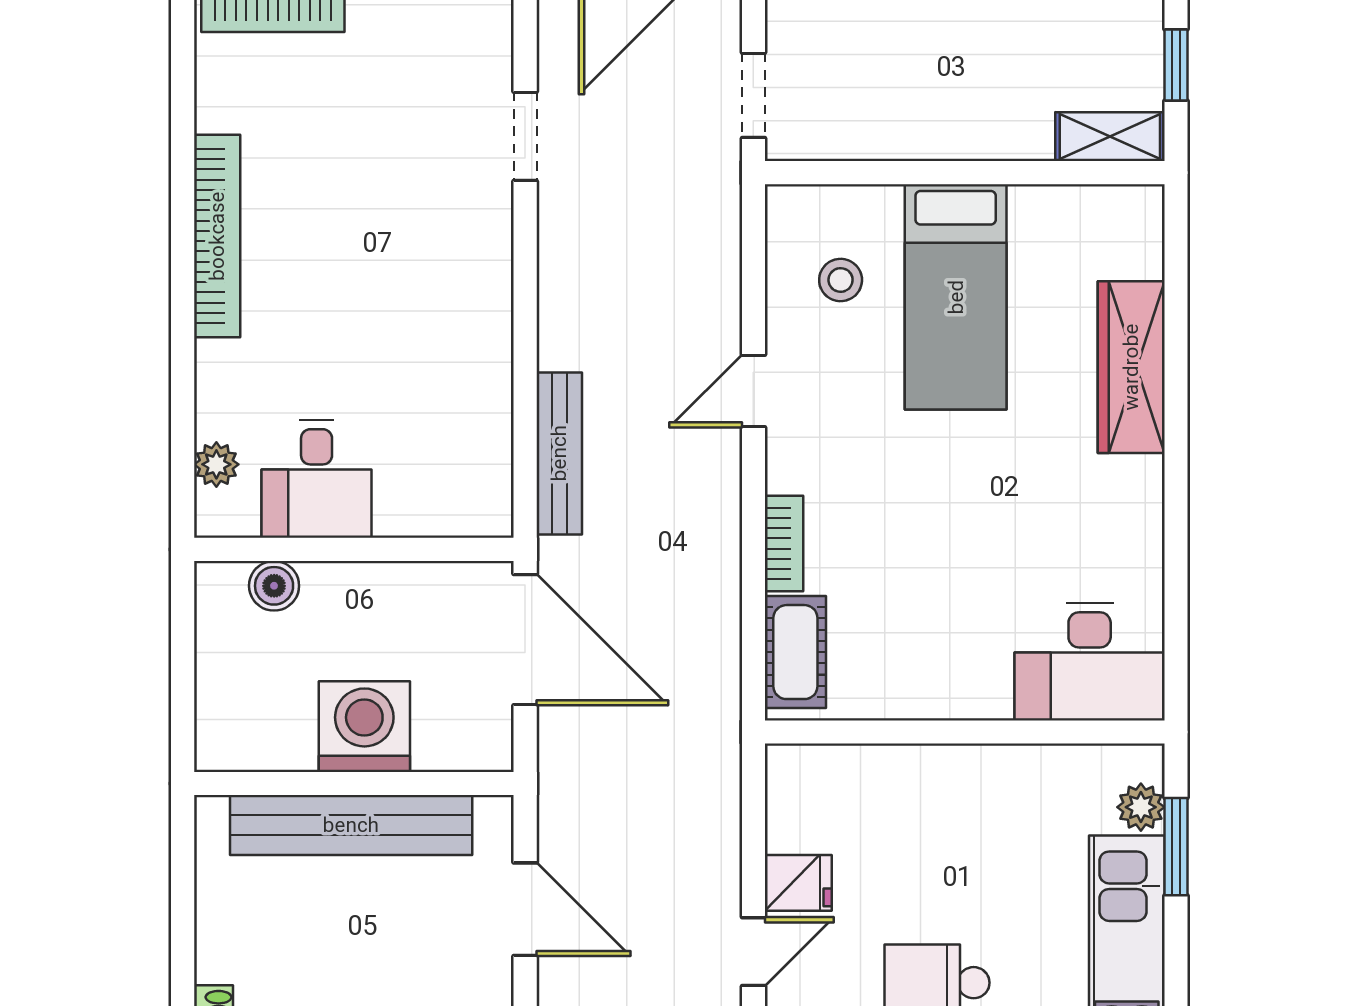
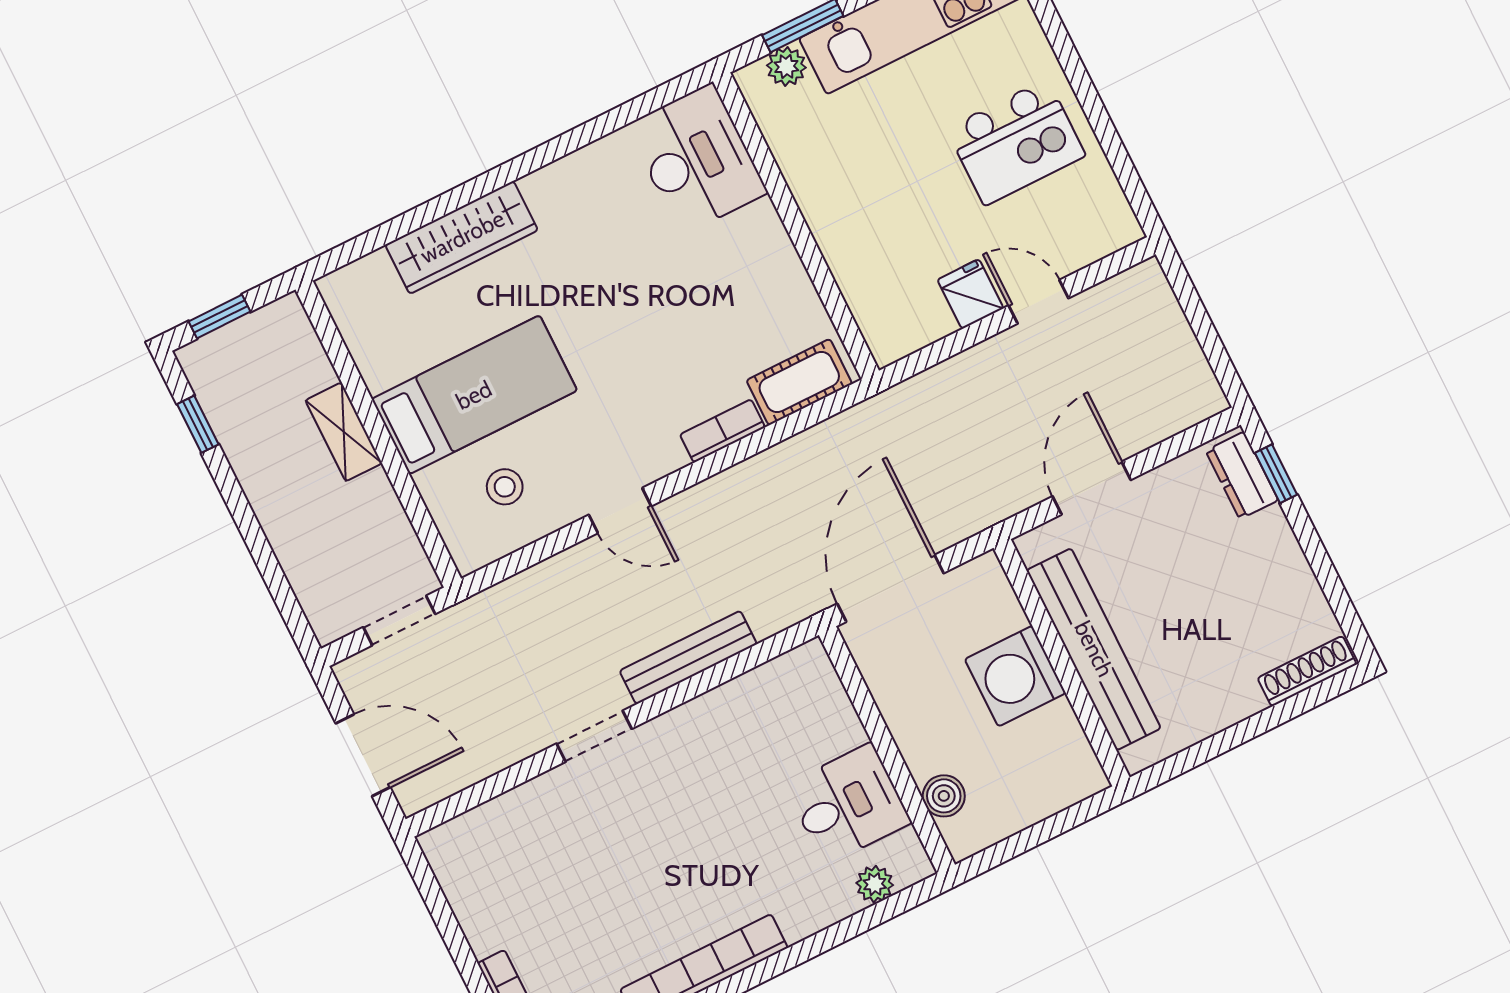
doorway: (525, 136) -> (594, 736), moved
shelving: (1110, 137) -> (344, 432), moved
bench: (559, 453) -> (688, 657), moved

